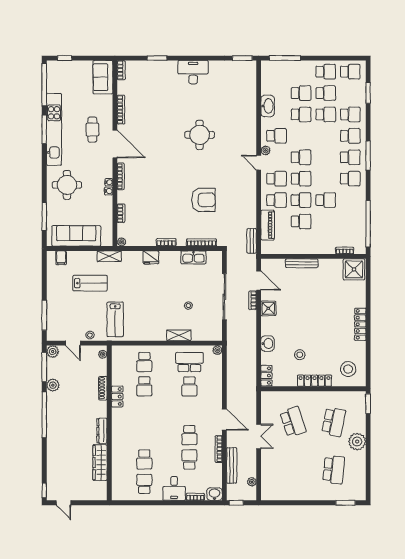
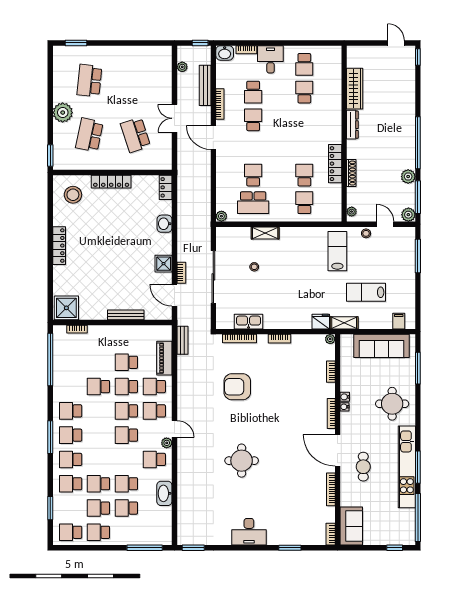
fridge: (151, 257) -> (321, 322), moved
stool: (300, 355) -> (128, 211), removed
locker: (117, 396) -> (335, 164), width x1.53

